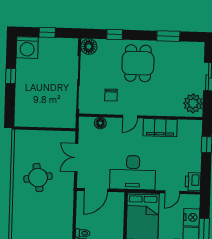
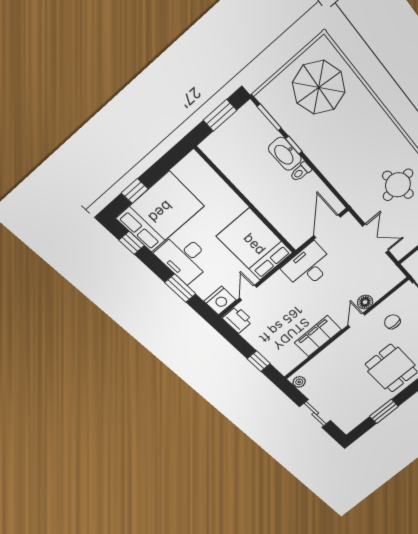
plant: (193, 103) -> (299, 382), width x0.53, depth x0.53
floor lamp: (100, 123) -> (365, 302), moved
desk: (133, 173) -> (308, 266), width x0.73, depth x0.77
nightstand: (192, 217) -> (220, 301), moved, turned -90

